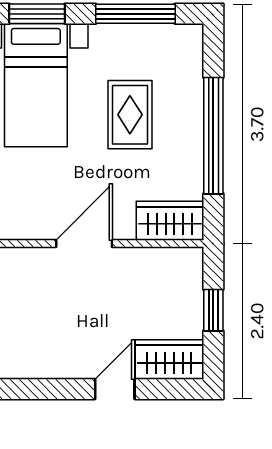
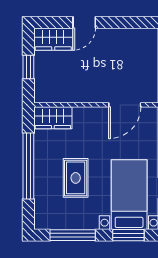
door: (84, 244) -> (125, 105), moved

